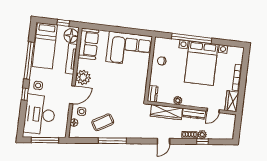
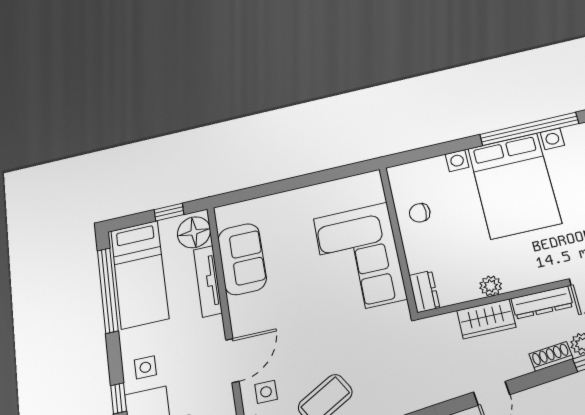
window: (192, 38) -> (529, 129), moved
sofa: (88, 44) -> (242, 259), moved
corner sofa: (129, 49) -> (360, 258), moved, turned 90
window: (29, 61) -> (108, 290), moved
plant: (83, 77) -> (247, 312), removed
wardrobe: (166, 112) -> (486, 319), width x0.67

